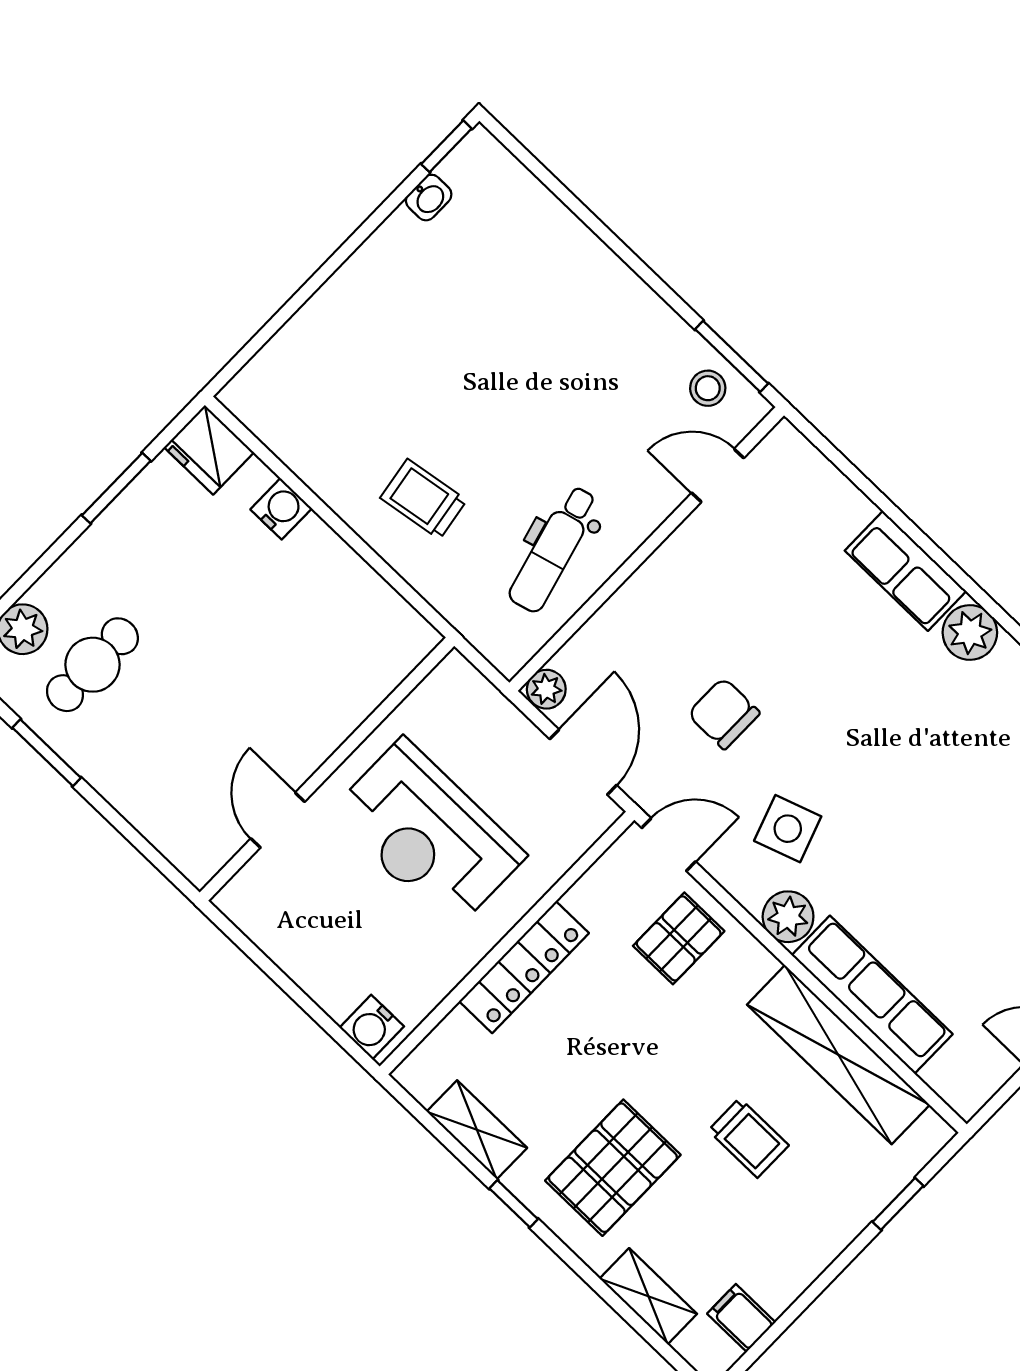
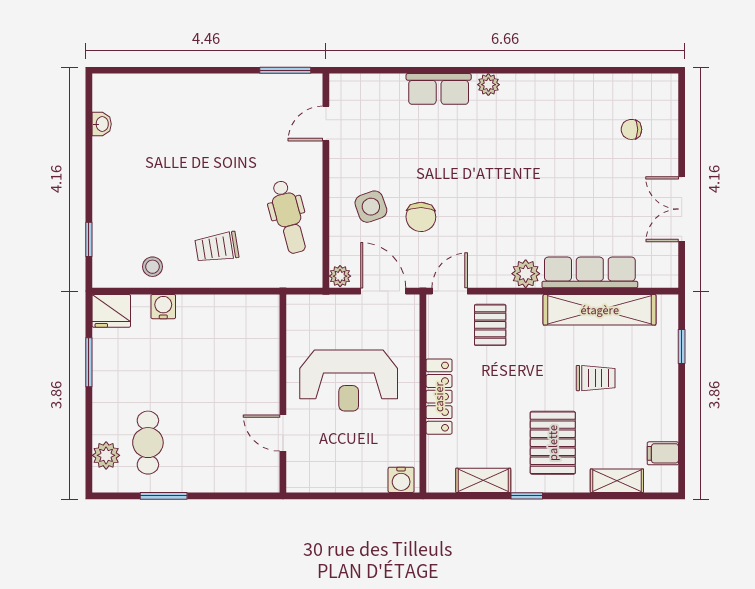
window: (446, 146) -> (89, 239), moved
stool: (708, 388) -> (152, 267), moved
plant: (970, 632) -> (488, 85), width x0.73, depth x0.73
chair: (724, 713) -> (421, 217), turned -89
side table: (788, 829) -> (371, 207), moved

